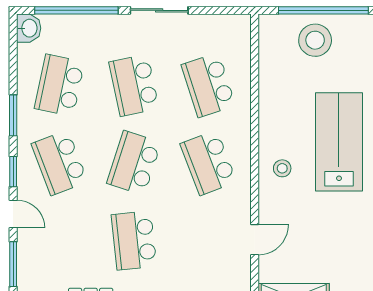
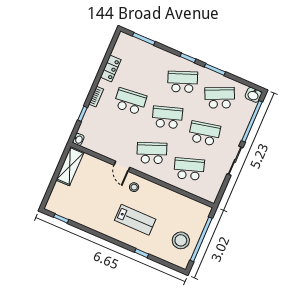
stool: (315, 40) -> (181, 240), moved
school desk: (59, 85) -> (220, 98), turned -36
lab bench: (339, 142) -> (135, 220), width x0.73, depth x0.72
school desk: (134, 163) -> (167, 117), turned -36
door: (13, 214) -> (168, 49), removed
door: (255, 240) -> (122, 166), moved

